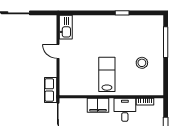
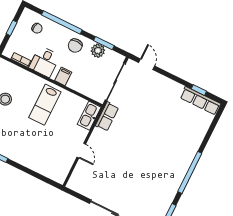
kitchen sink: (66, 27) -> (89, 116), moved
filing cabinet: (98, 105) -> (63, 76), width x0.50

